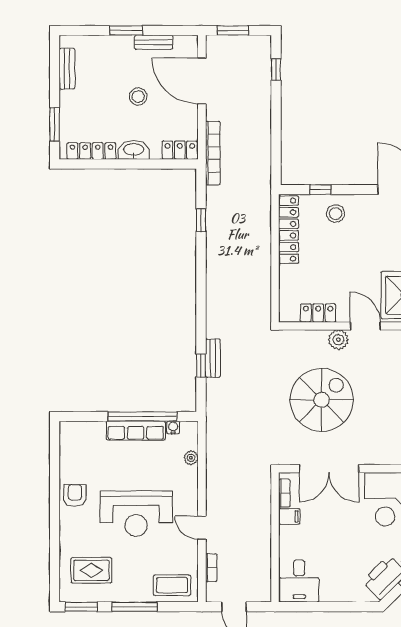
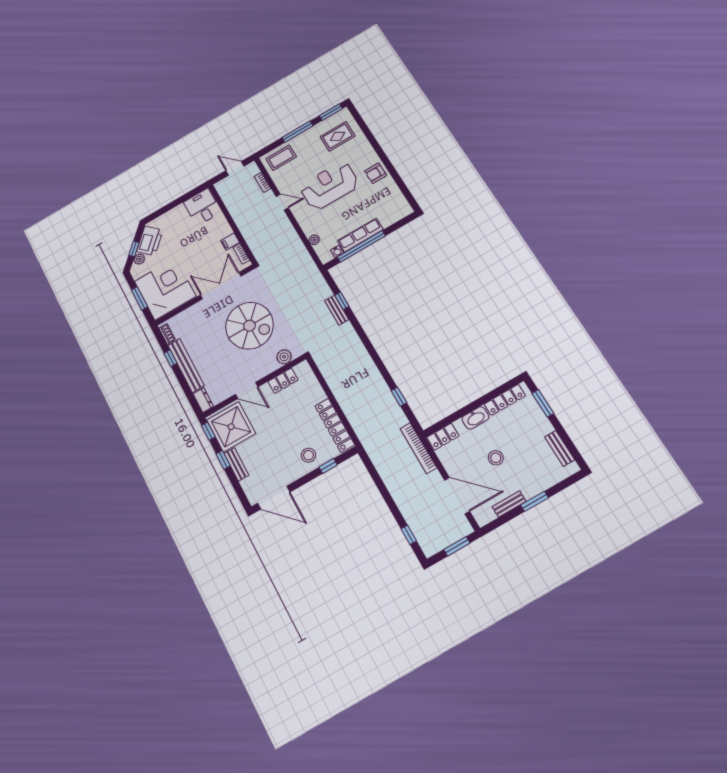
plant: (338, 340) -> (284, 357), moved
spiral stairs: (322, 400) -> (249, 326), turned -90
armchair: (75, 495) -> (376, 173), turned 90

